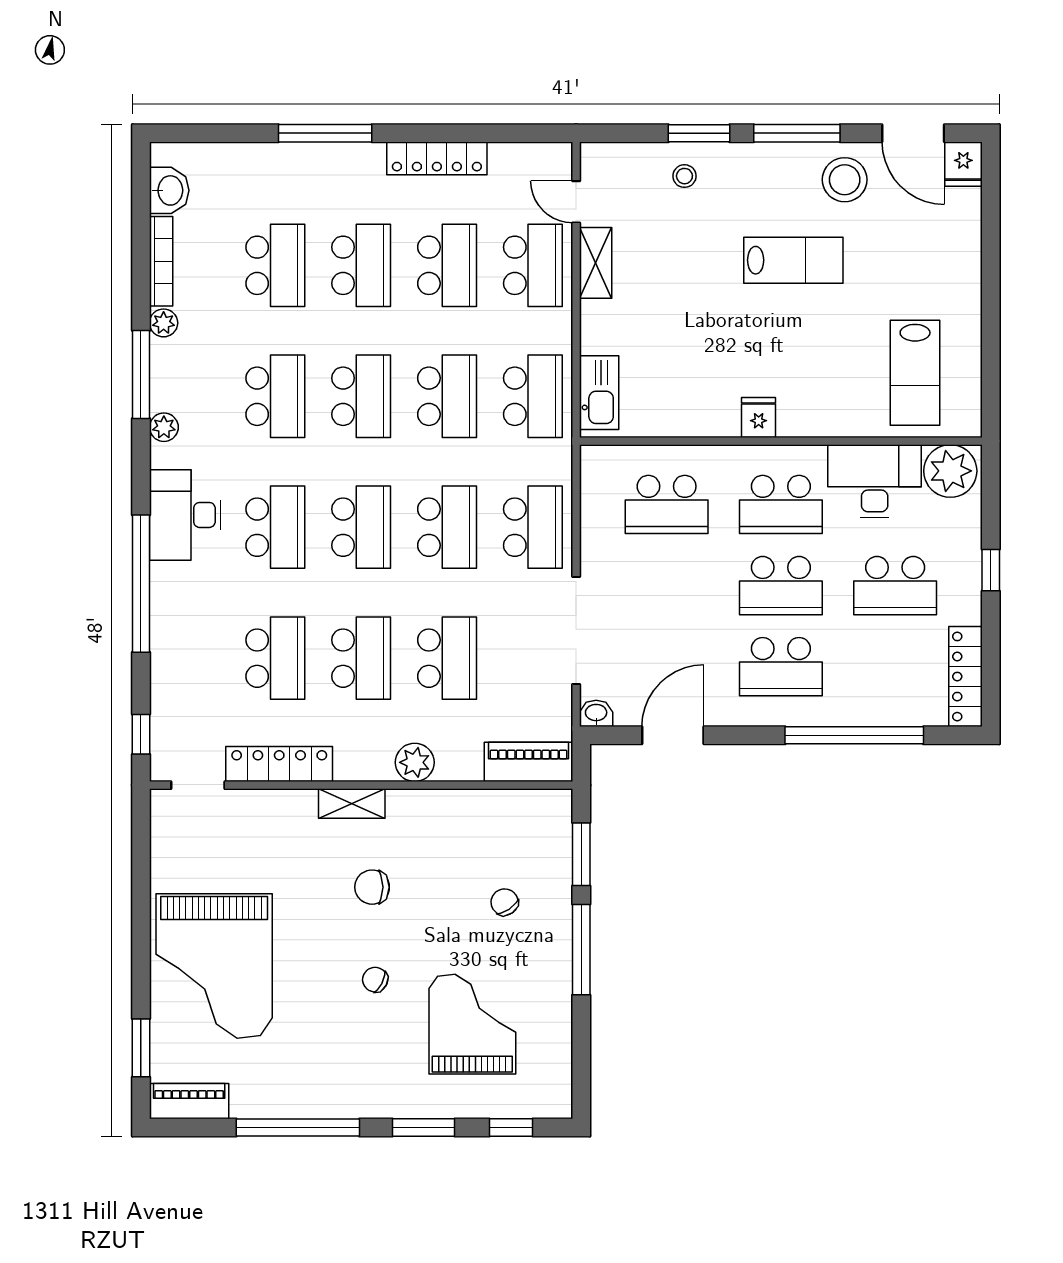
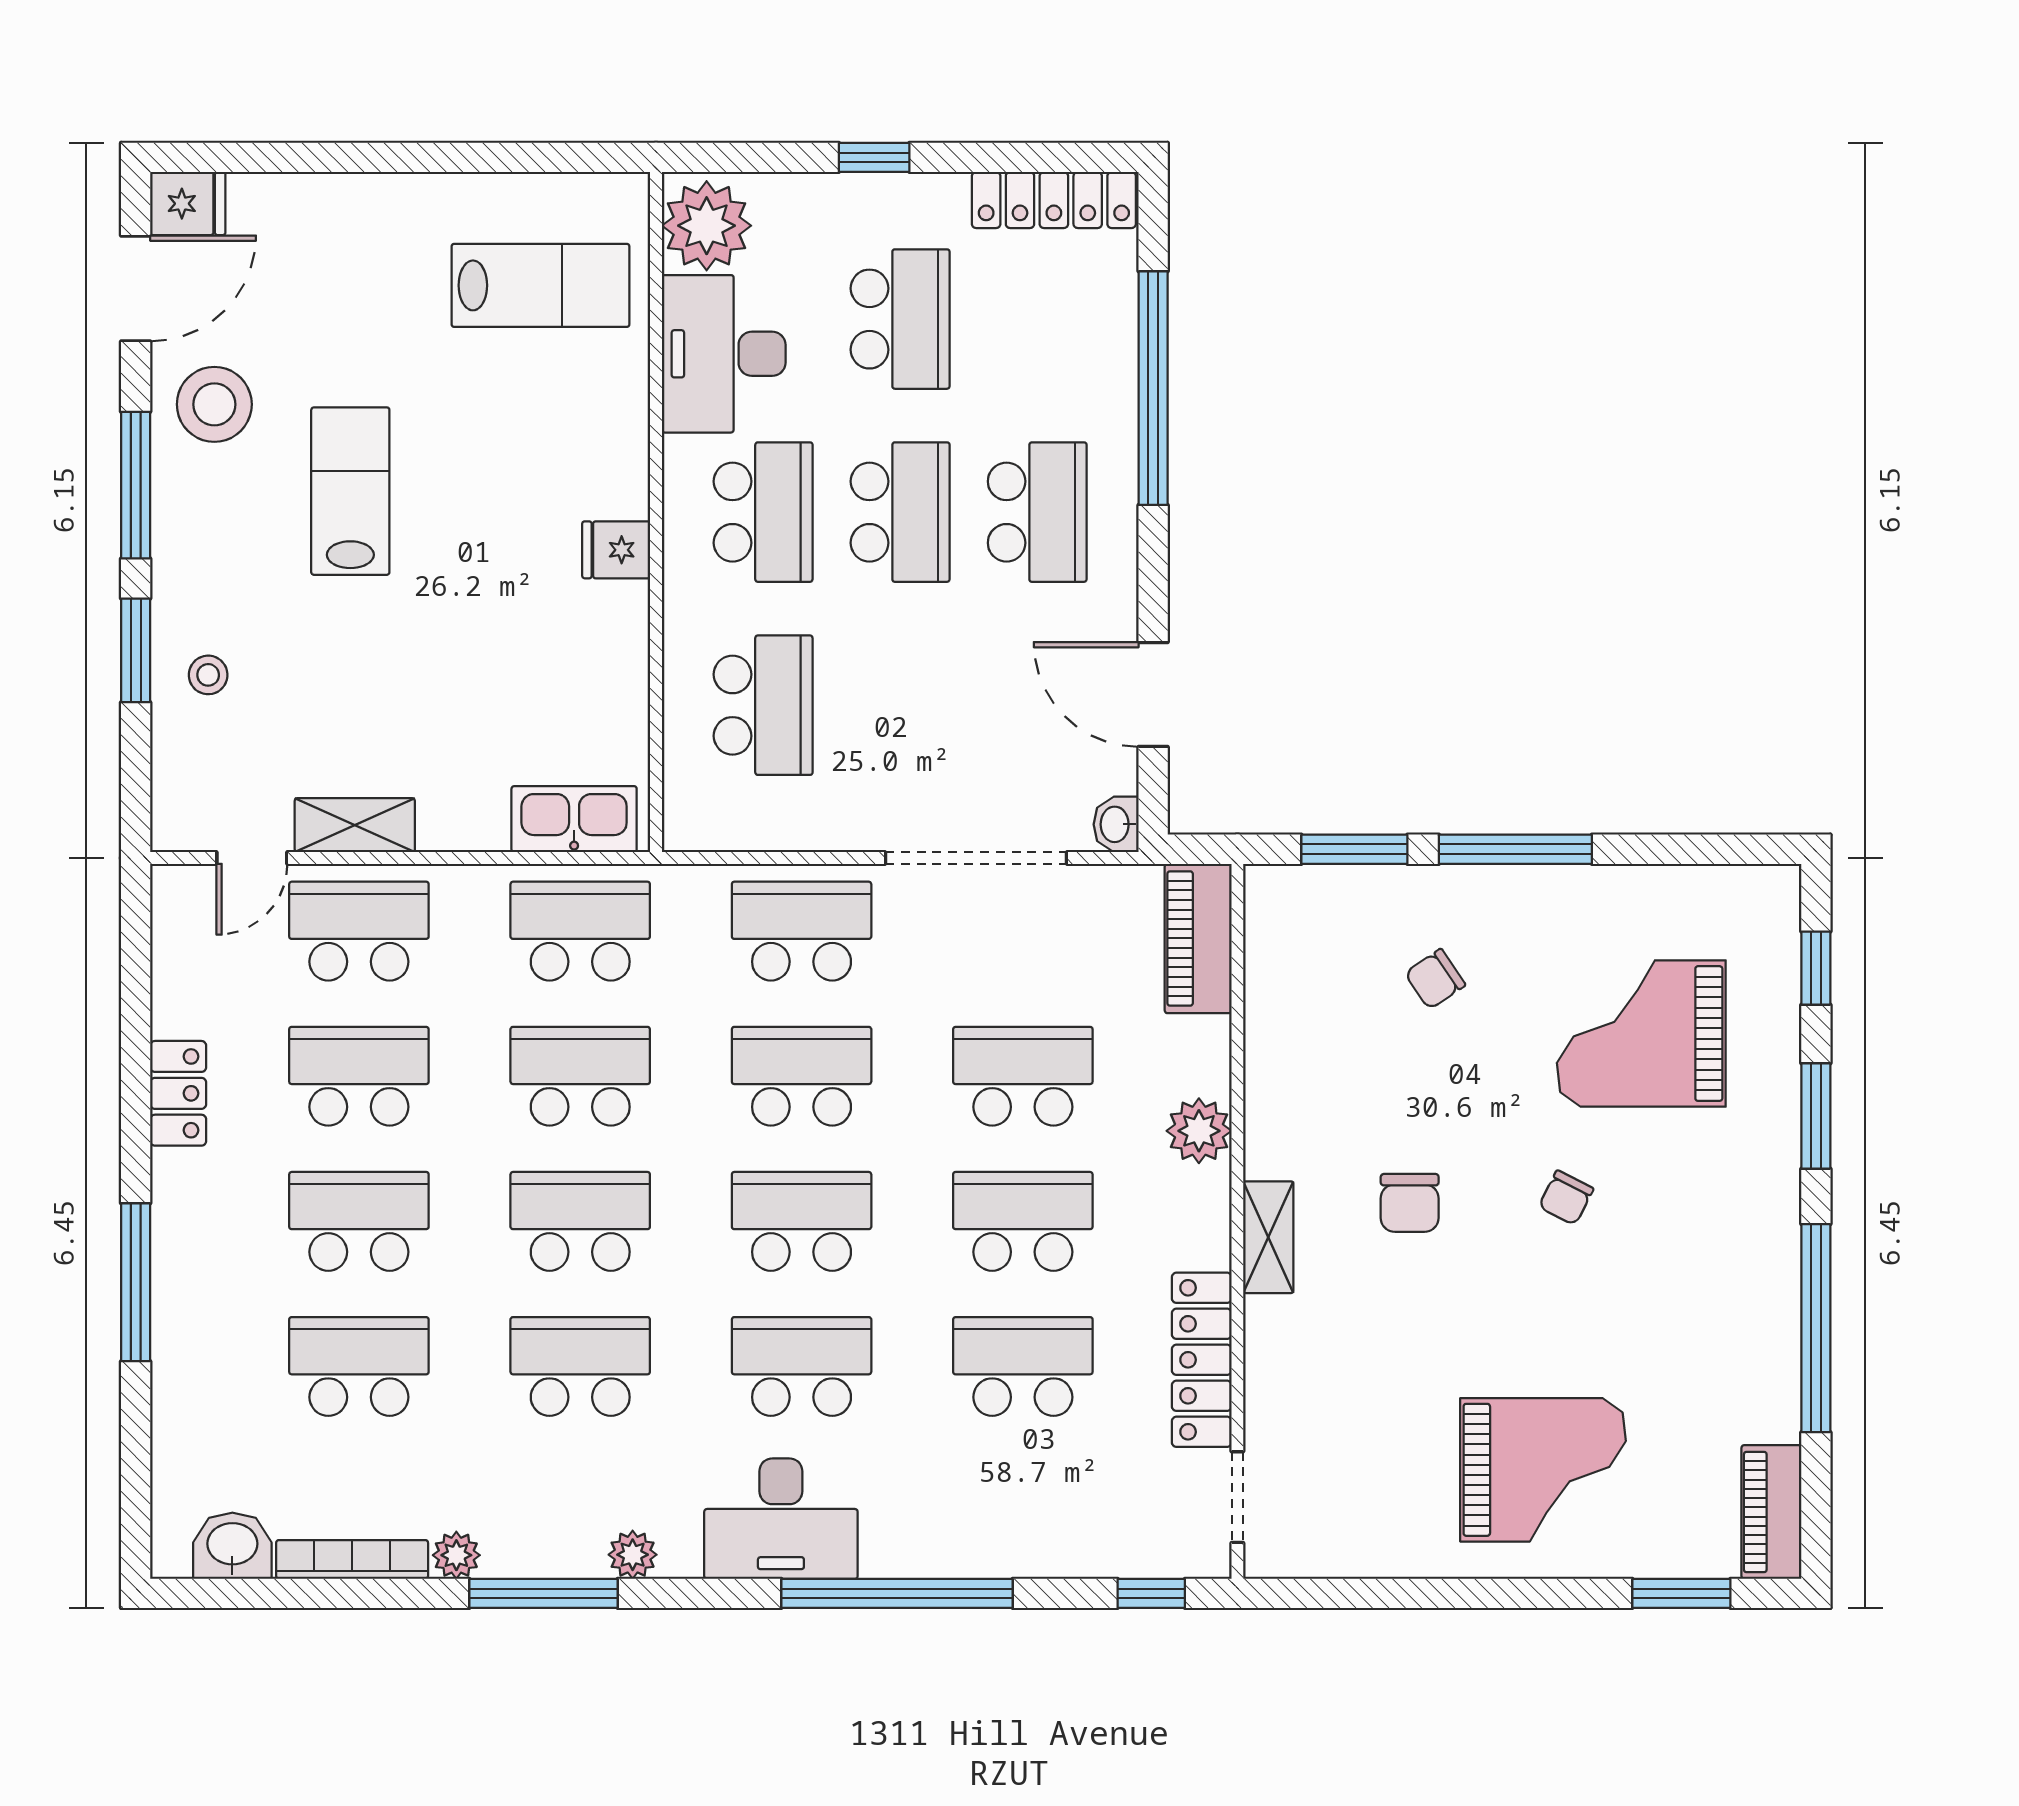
locker: (437, 158) -> (178, 1093), width x0.66
grand piano: (214, 966) -> (1543, 1470), width x0.73, depth x0.68

